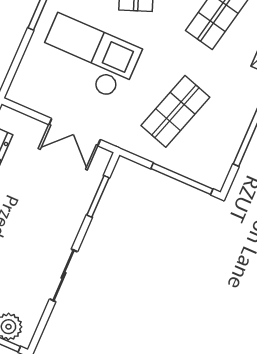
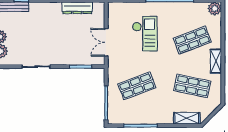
checkout: (89, 57) -> (145, 34), width x0.73, depth x0.83
shop shelf: (175, 111) -> (137, 86), turned -39

